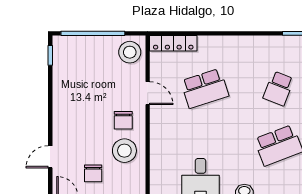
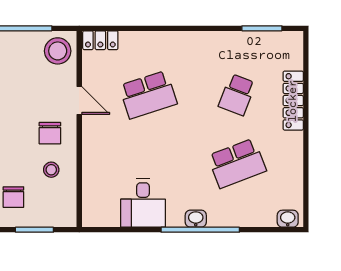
locker: (173, 43) -> (100, 40), width x0.66
stool: (124, 151) -> (51, 170), width x0.53, depth x0.53

